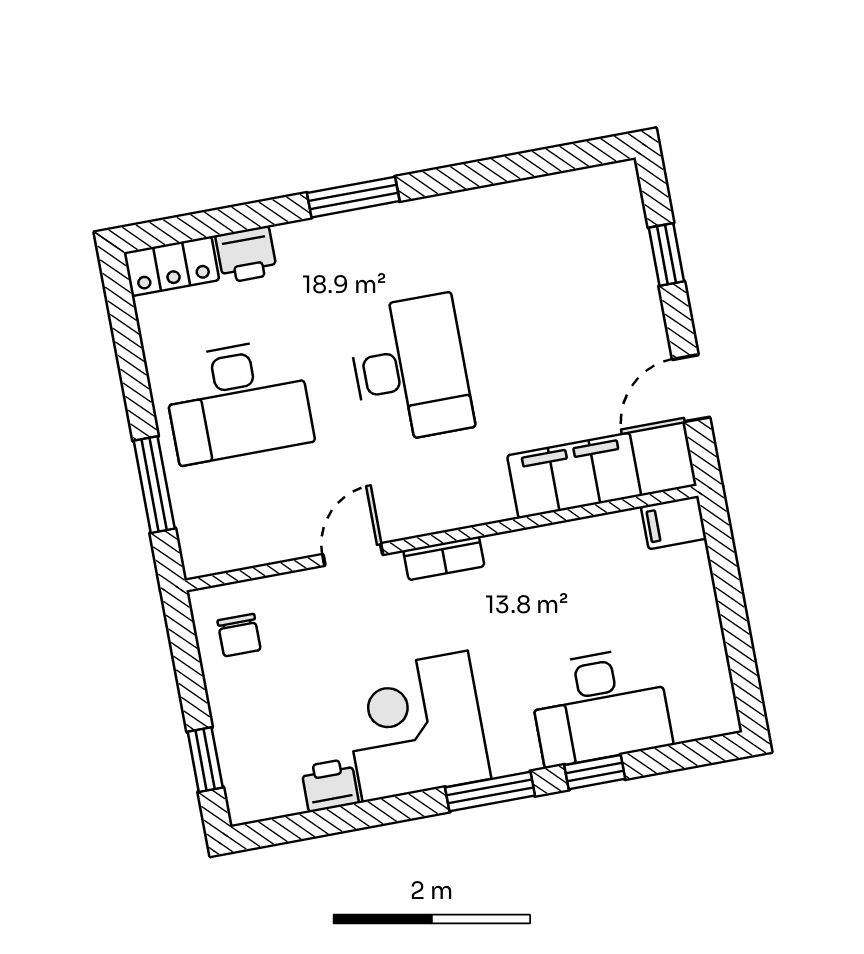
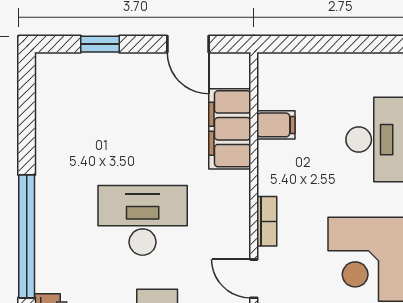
window: (353, 197) -> (27, 236), width x2.11
filing cabinet: (674, 522) -> (276, 125), moved, turned -90

